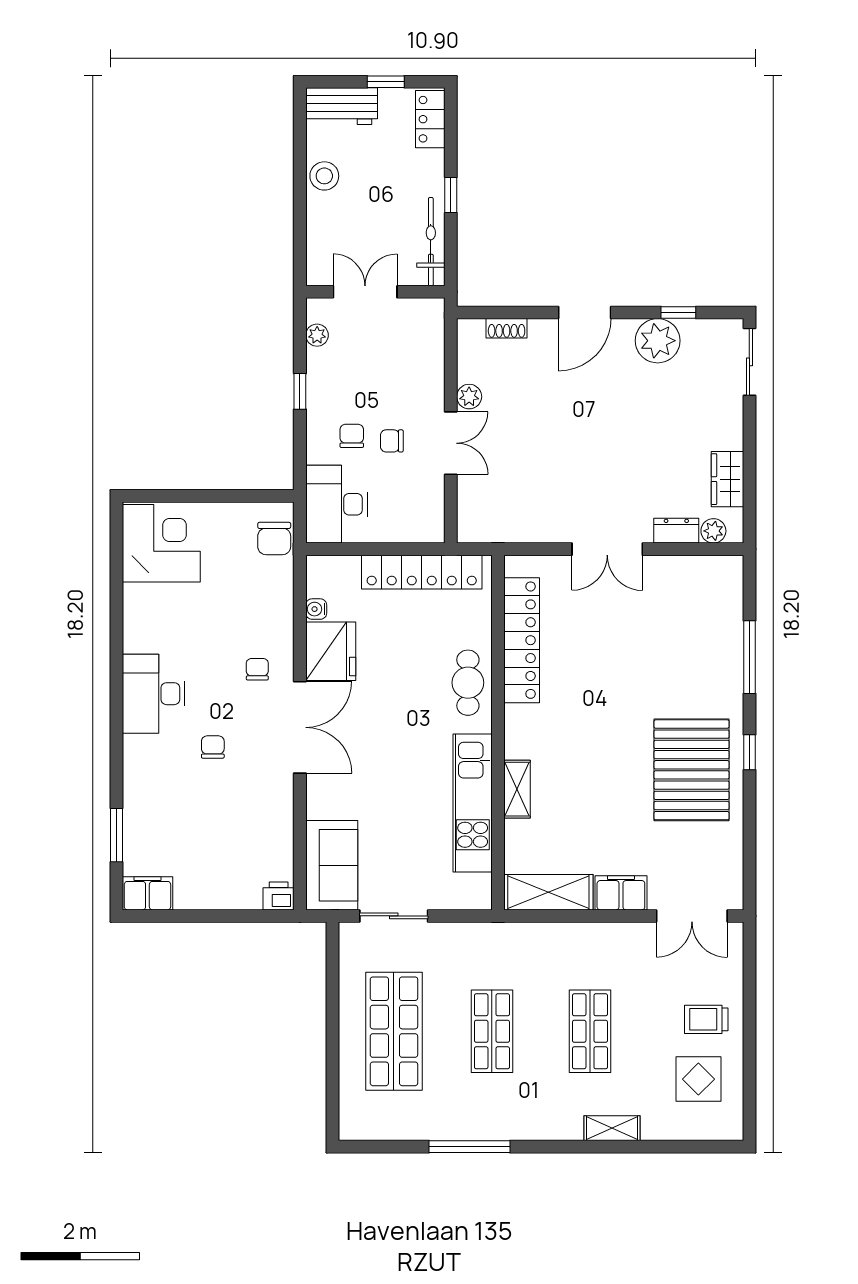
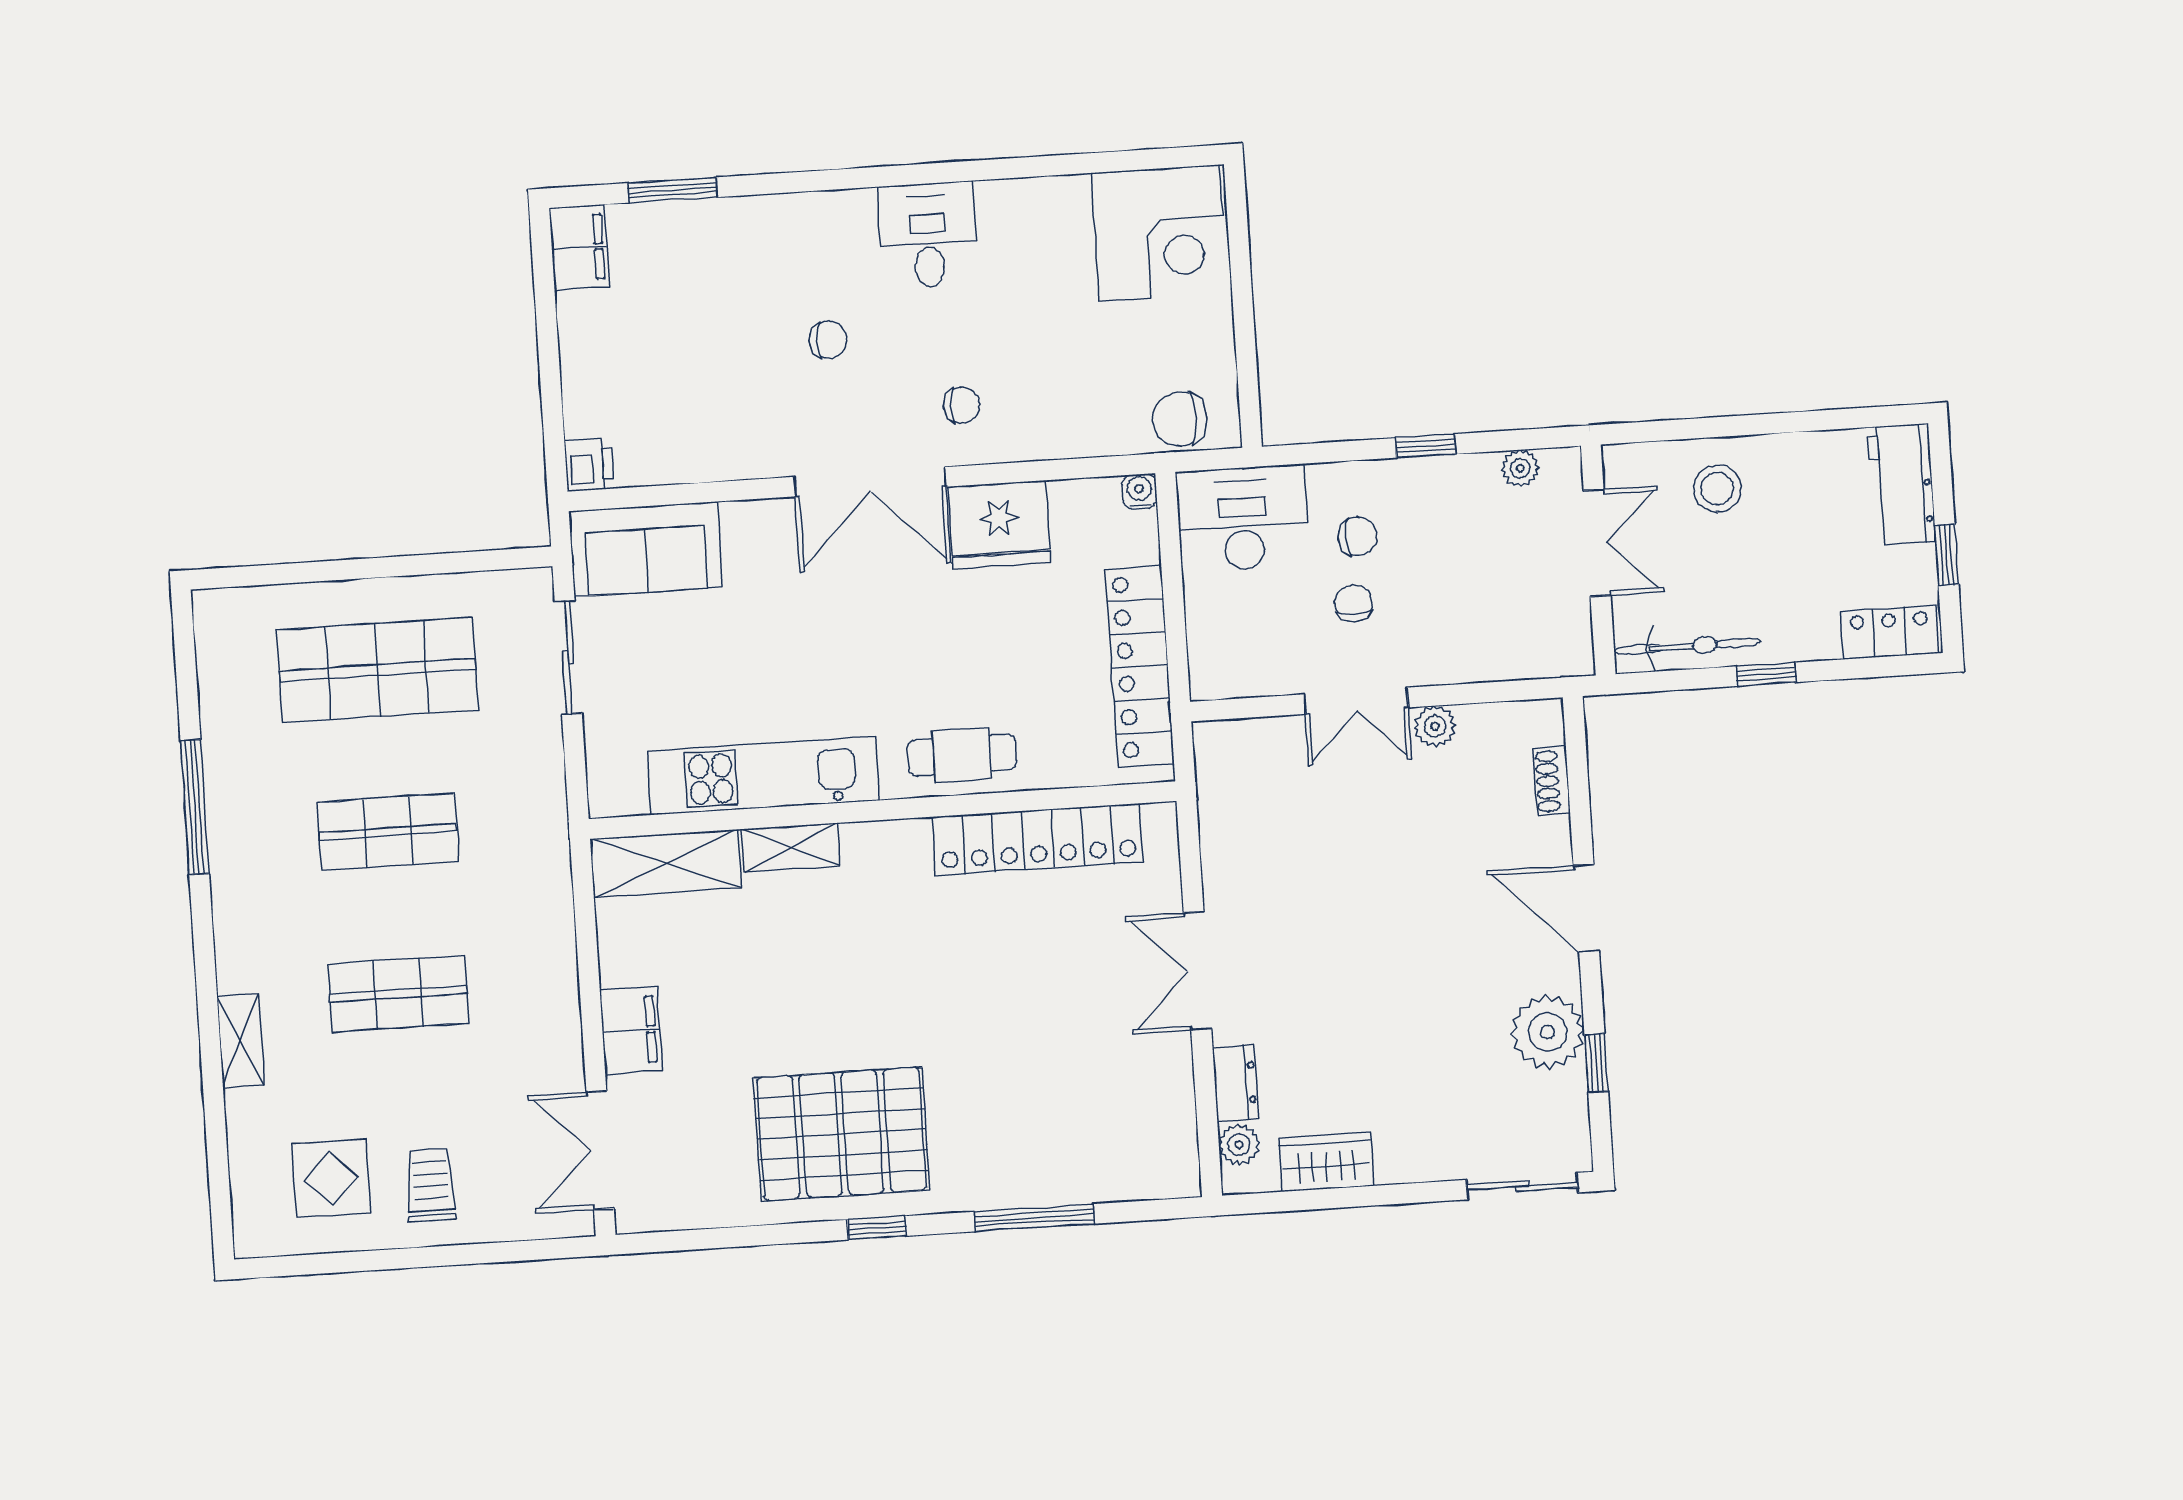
stool: (324, 176) -> (1717, 489), moved
water cooler: (316, 609) -> (1139, 491), moved
desk: (154, 694) -> (928, 235), width x0.73
shelving: (548, 892) -> (666, 863), moved, turned 90

